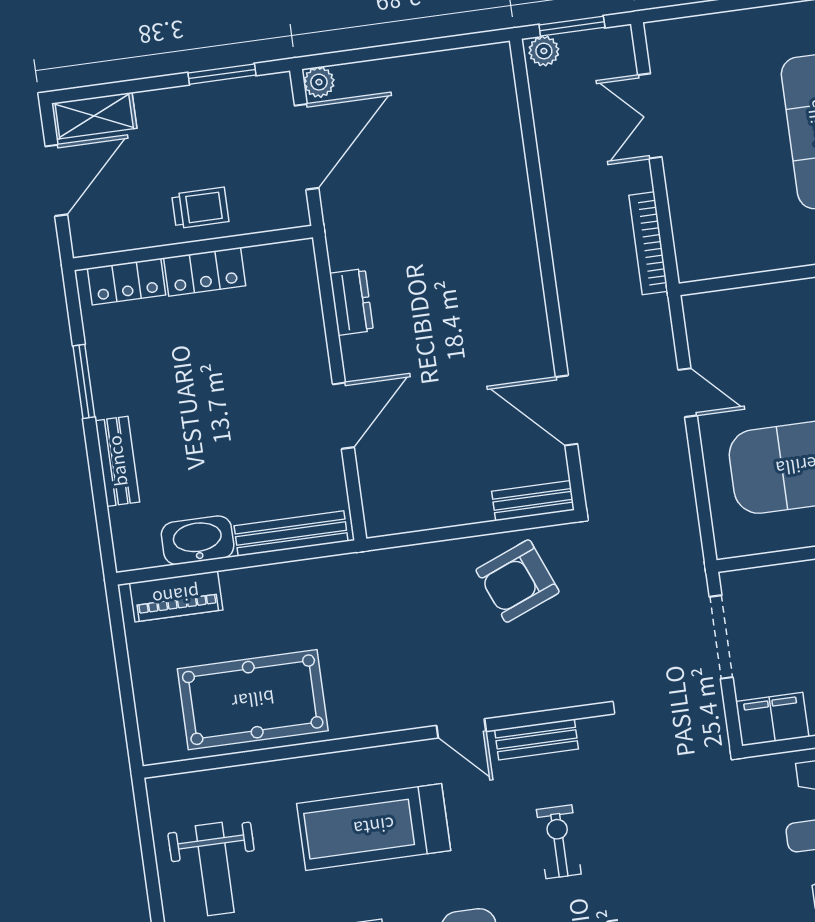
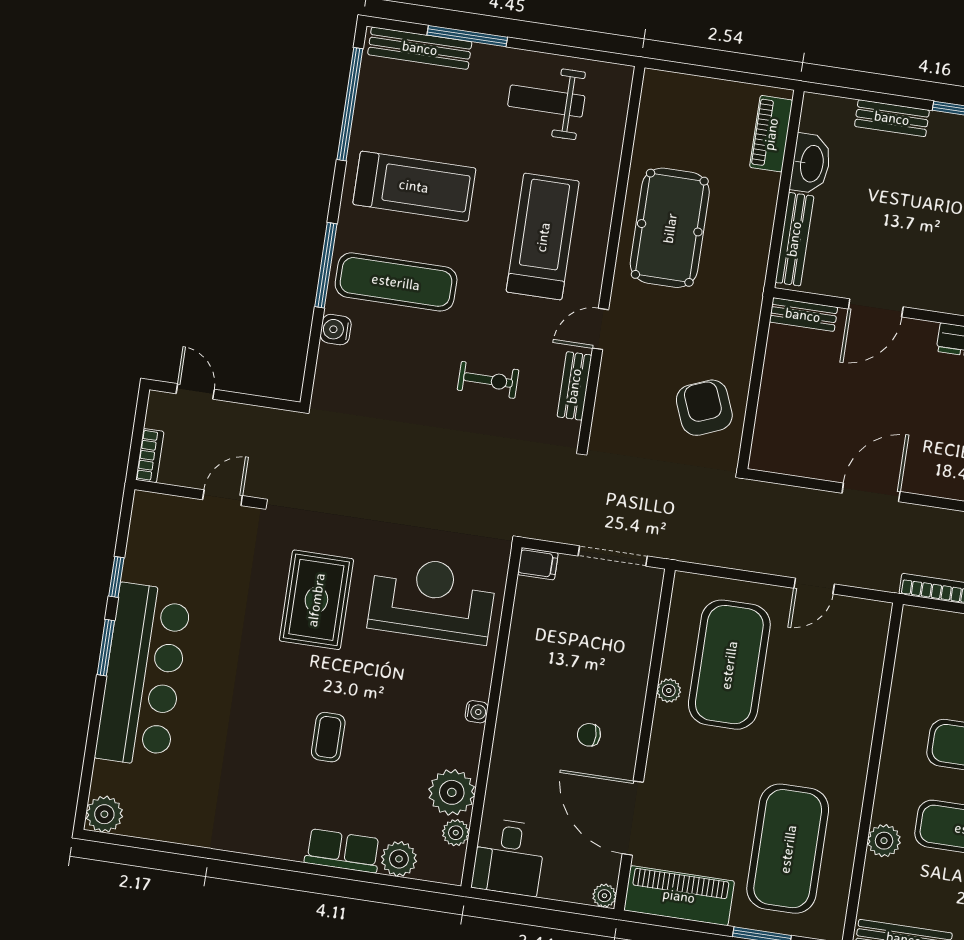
door: (567, 411) -> (871, 492), moved
door: (343, 416) -> (876, 308), hinge flipped
bench: (533, 501) -> (803, 315), moved, turned 90
pool table: (253, 700) -> (670, 228), moved
filing cabinet: (772, 719) -> (538, 564), width x0.50

